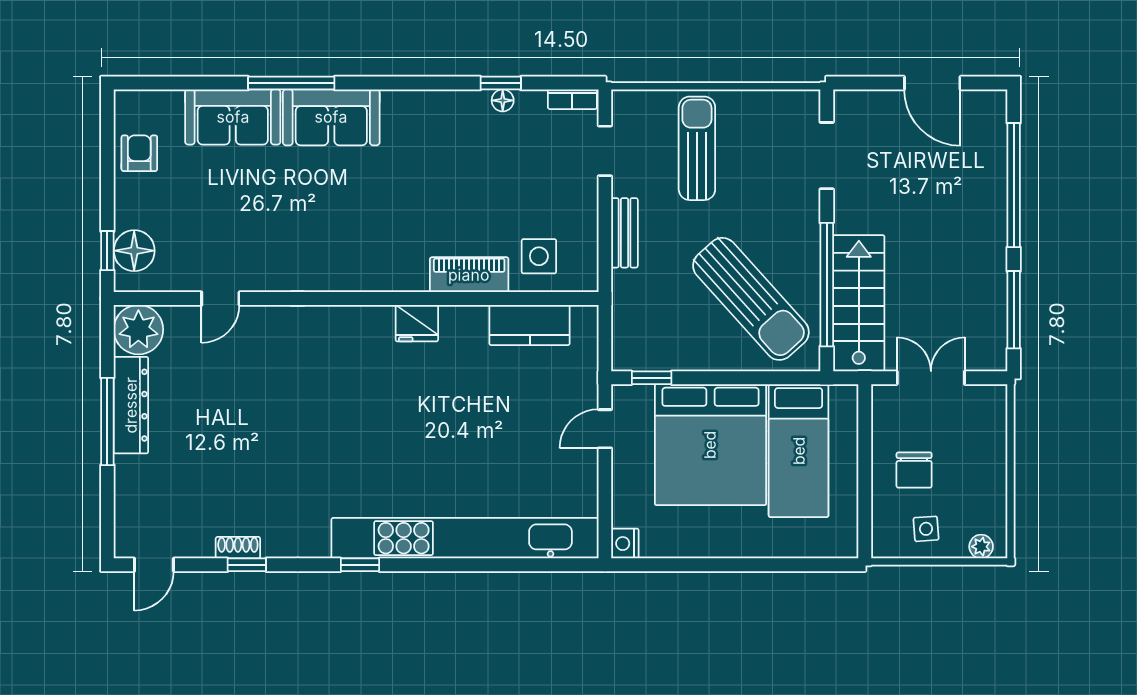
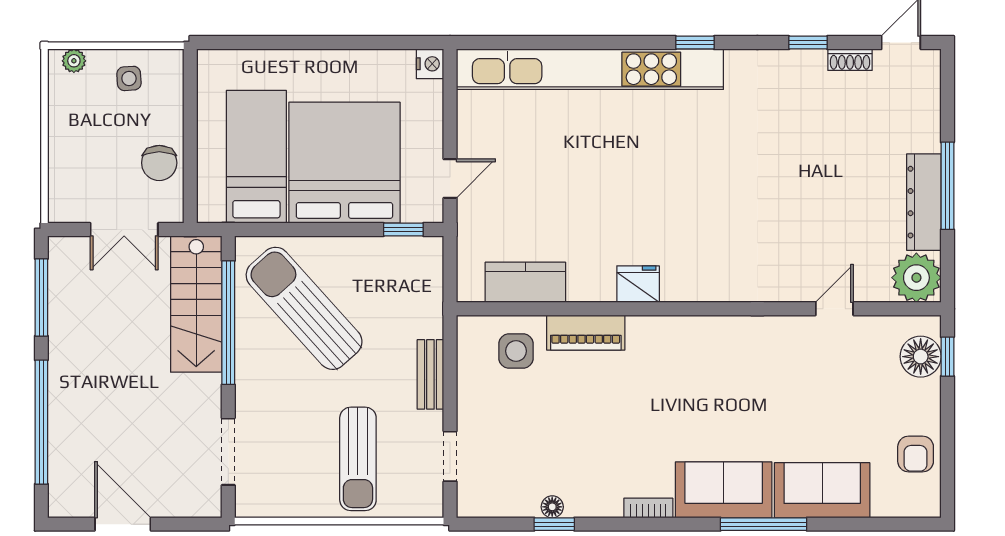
bookcase: (572, 99) -> (648, 508), moved
chair: (914, 470) -> (159, 163), moved, turned 180
shoe rack: (238, 548) -> (850, 60), moved

